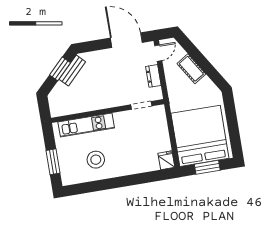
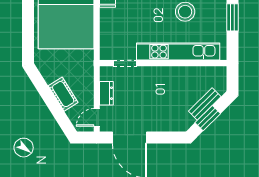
bench: (72, 70) -> (205, 104), moved
kitchen unit: (86, 125) -> (178, 52), width x1.36

